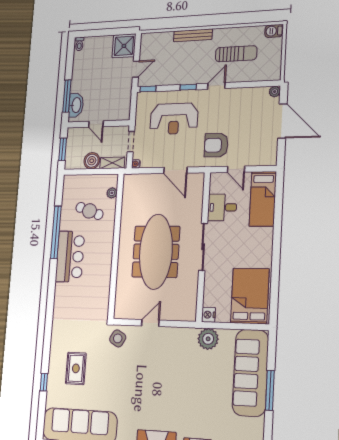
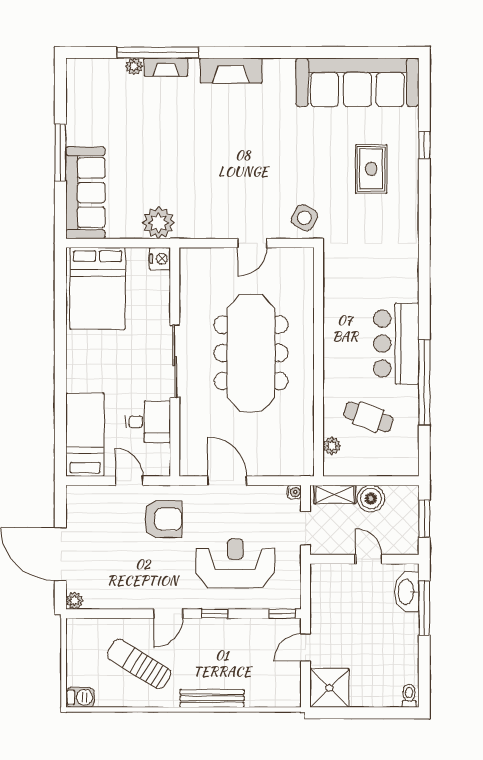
sun lounger: (236, 54) -> (139, 664), turned 32
sofa: (251, 373) -> (85, 193), width x0.74, depth x0.79

